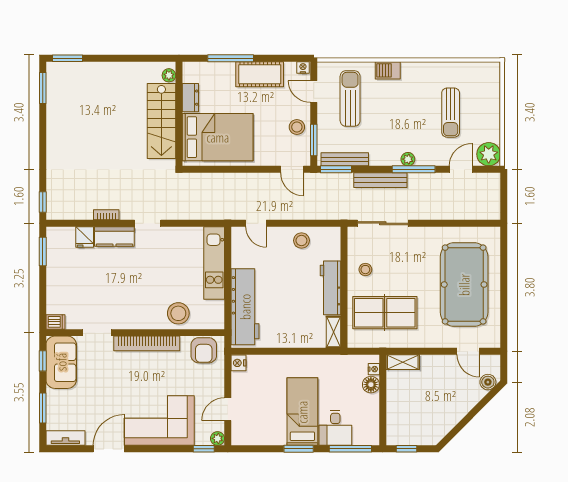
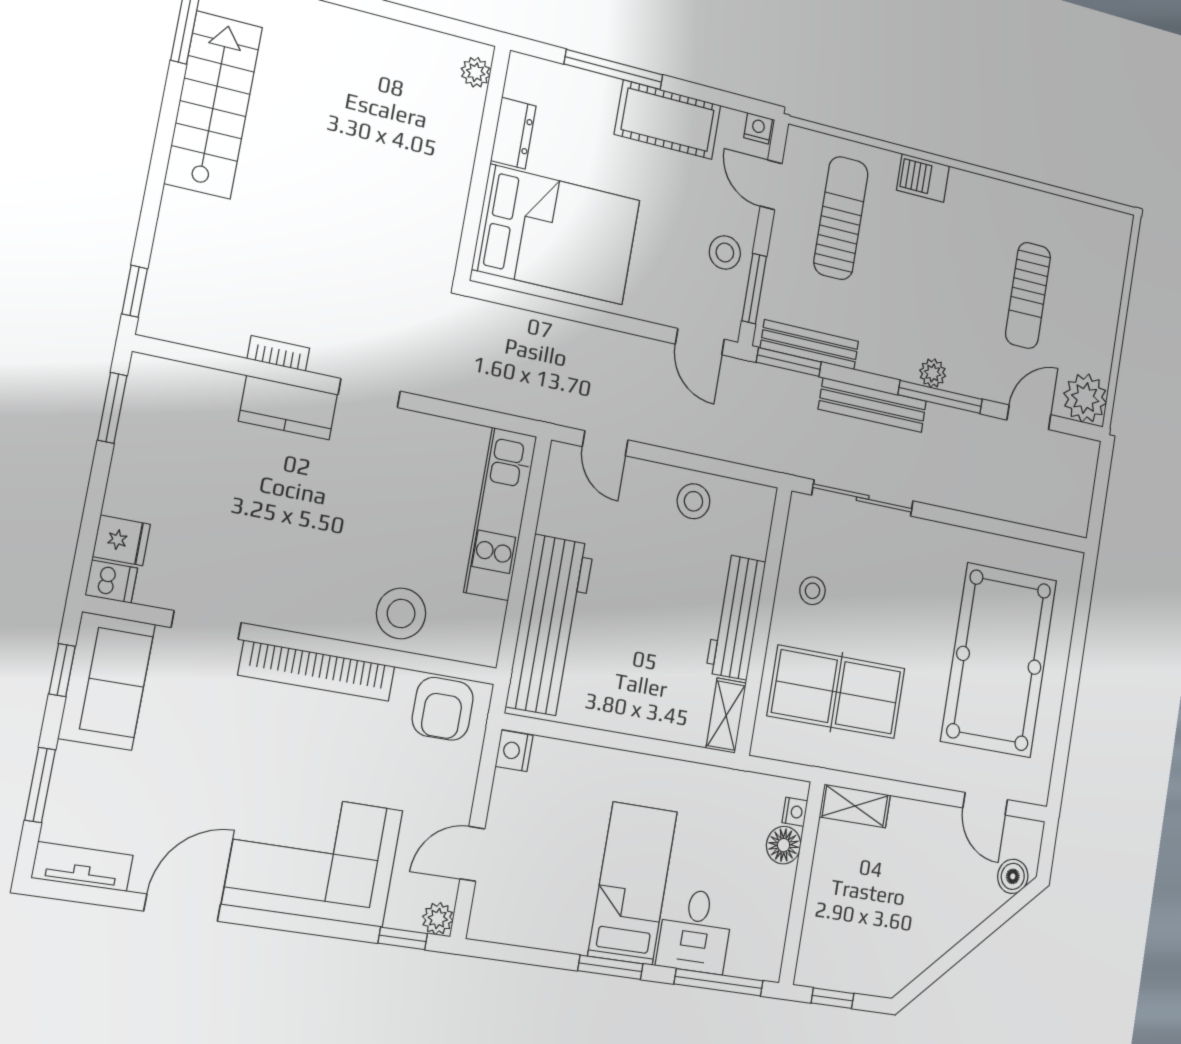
stairs: (161, 121) -> (213, 105), moved, turned 180
fridge: (85, 237) -> (121, 540), moved, turned -90

